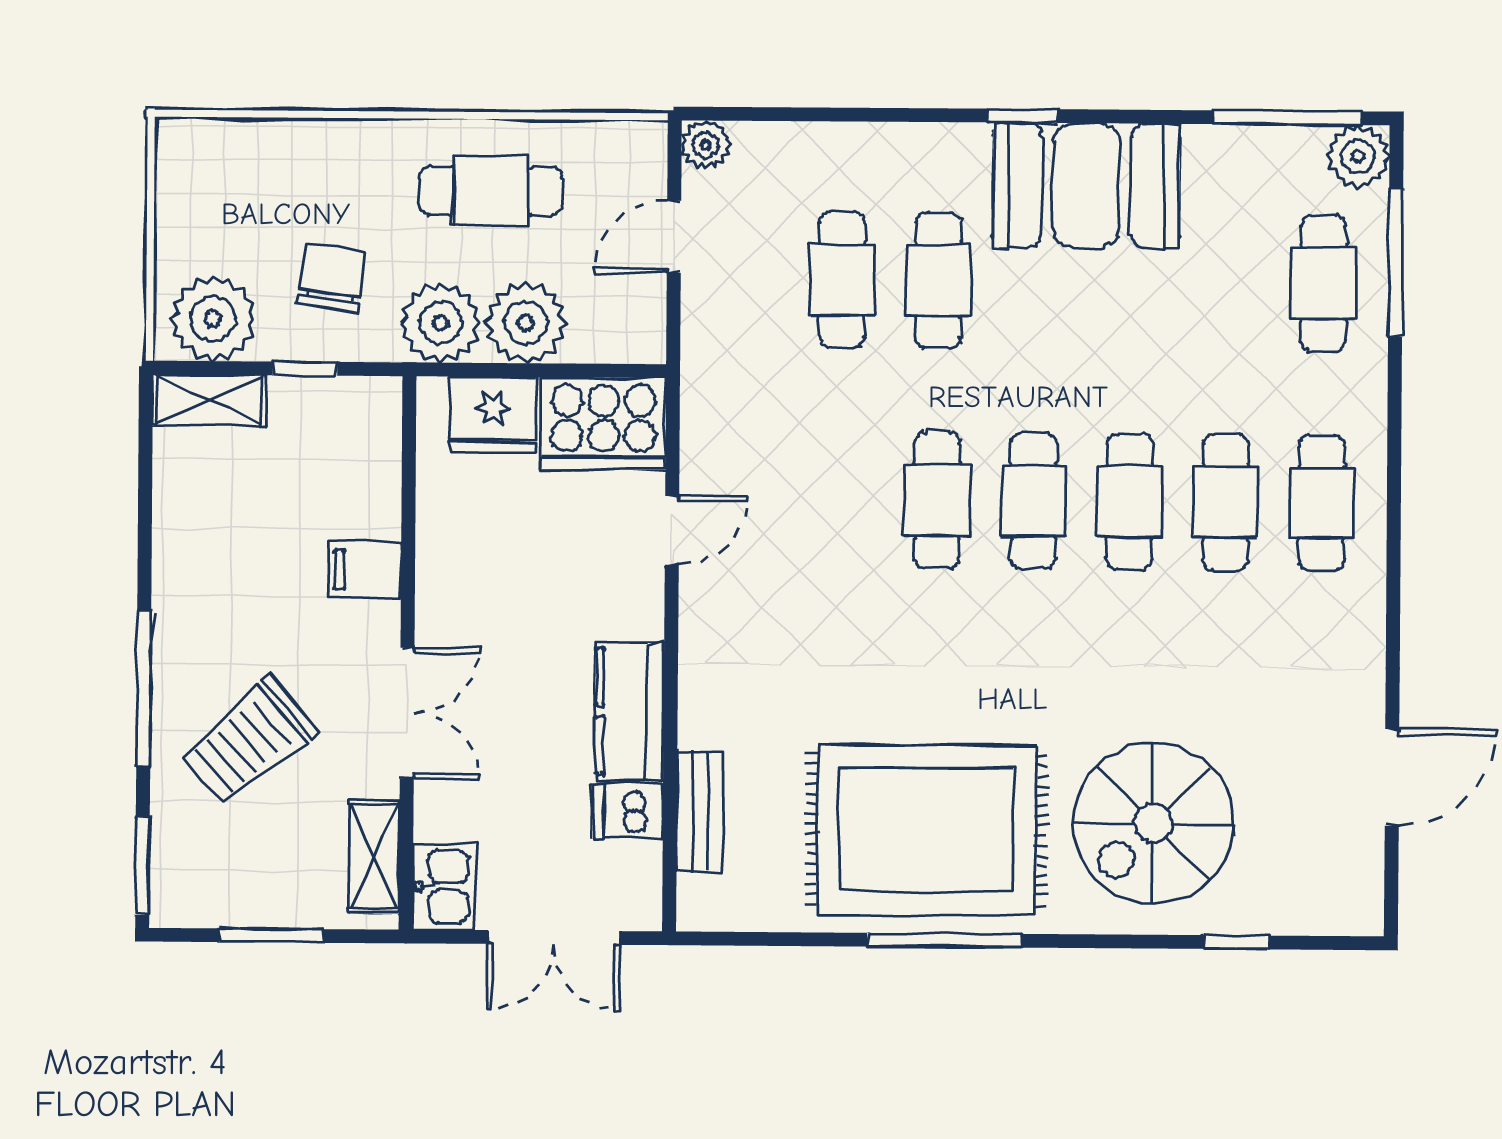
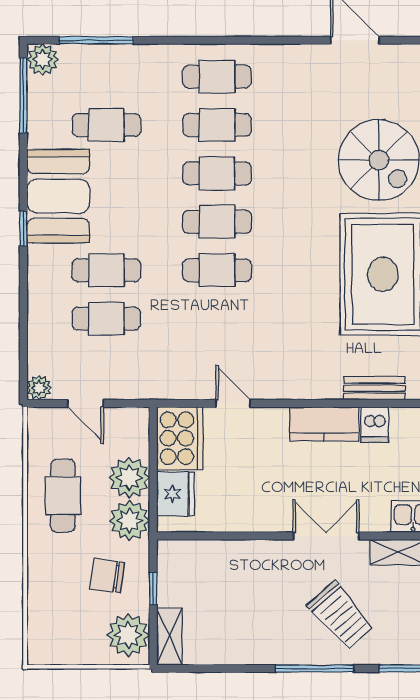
cafe table: (1323, 283) -> (106, 125), moved
filing cabinet: (365, 570) -> (254, 558), removed

